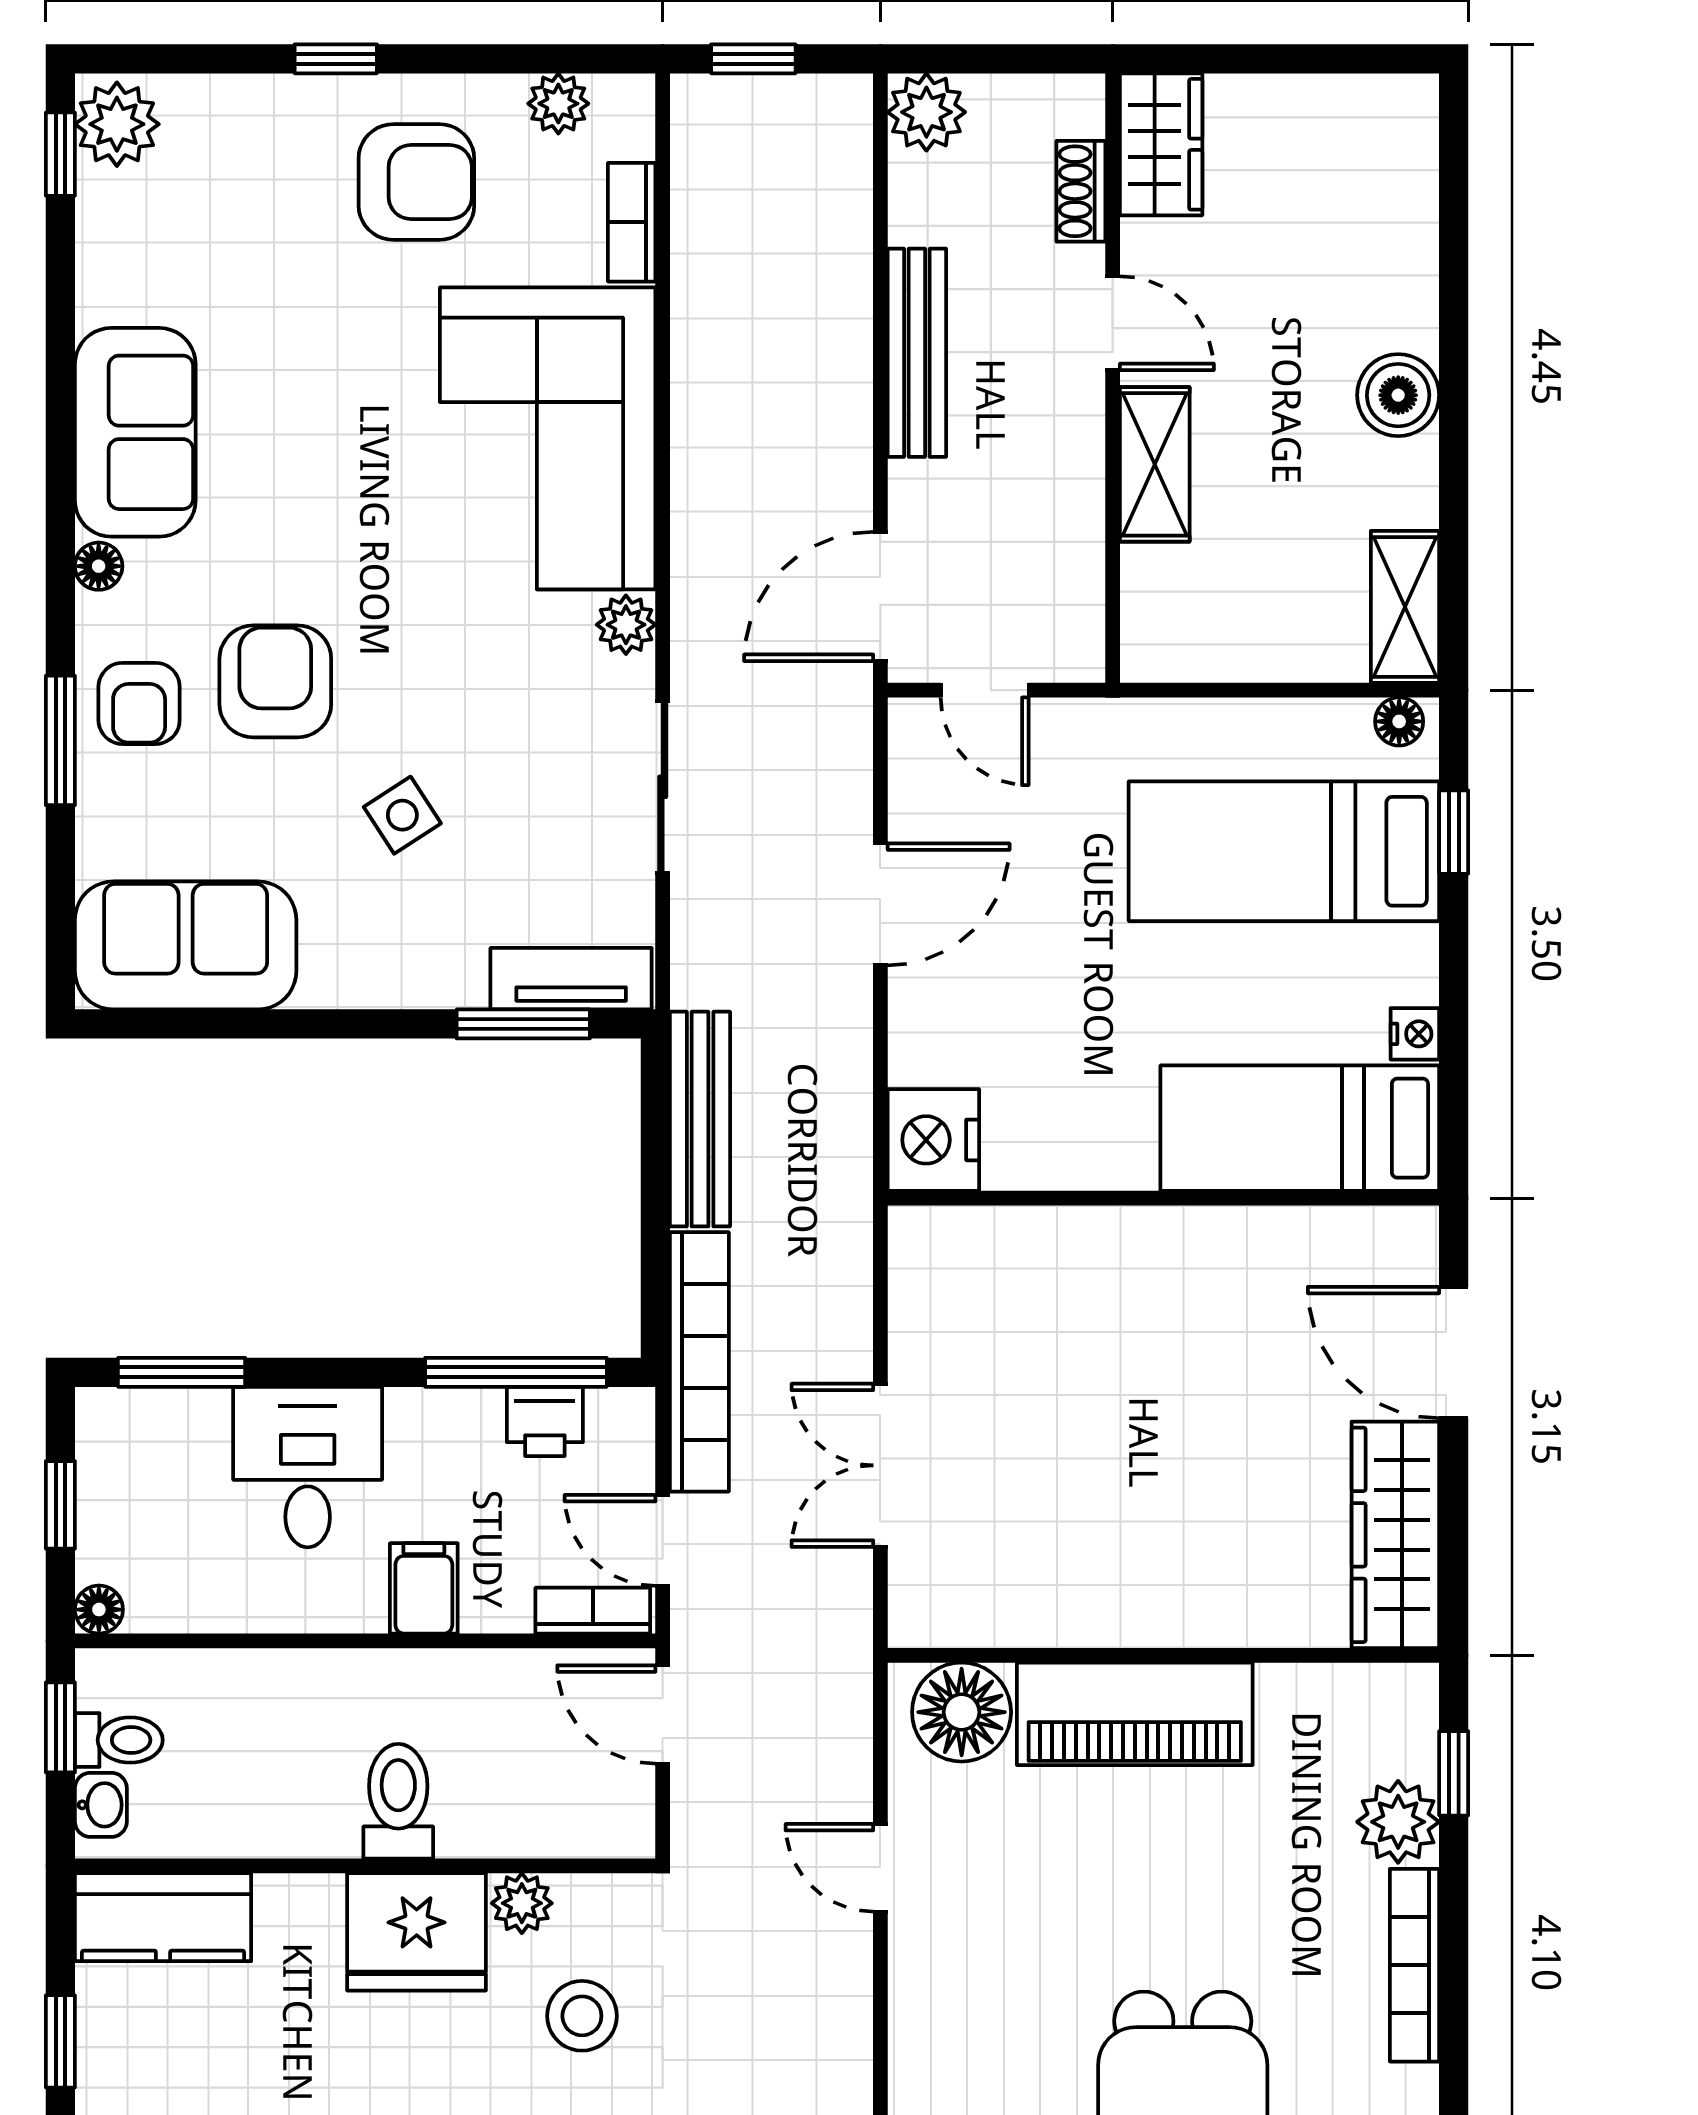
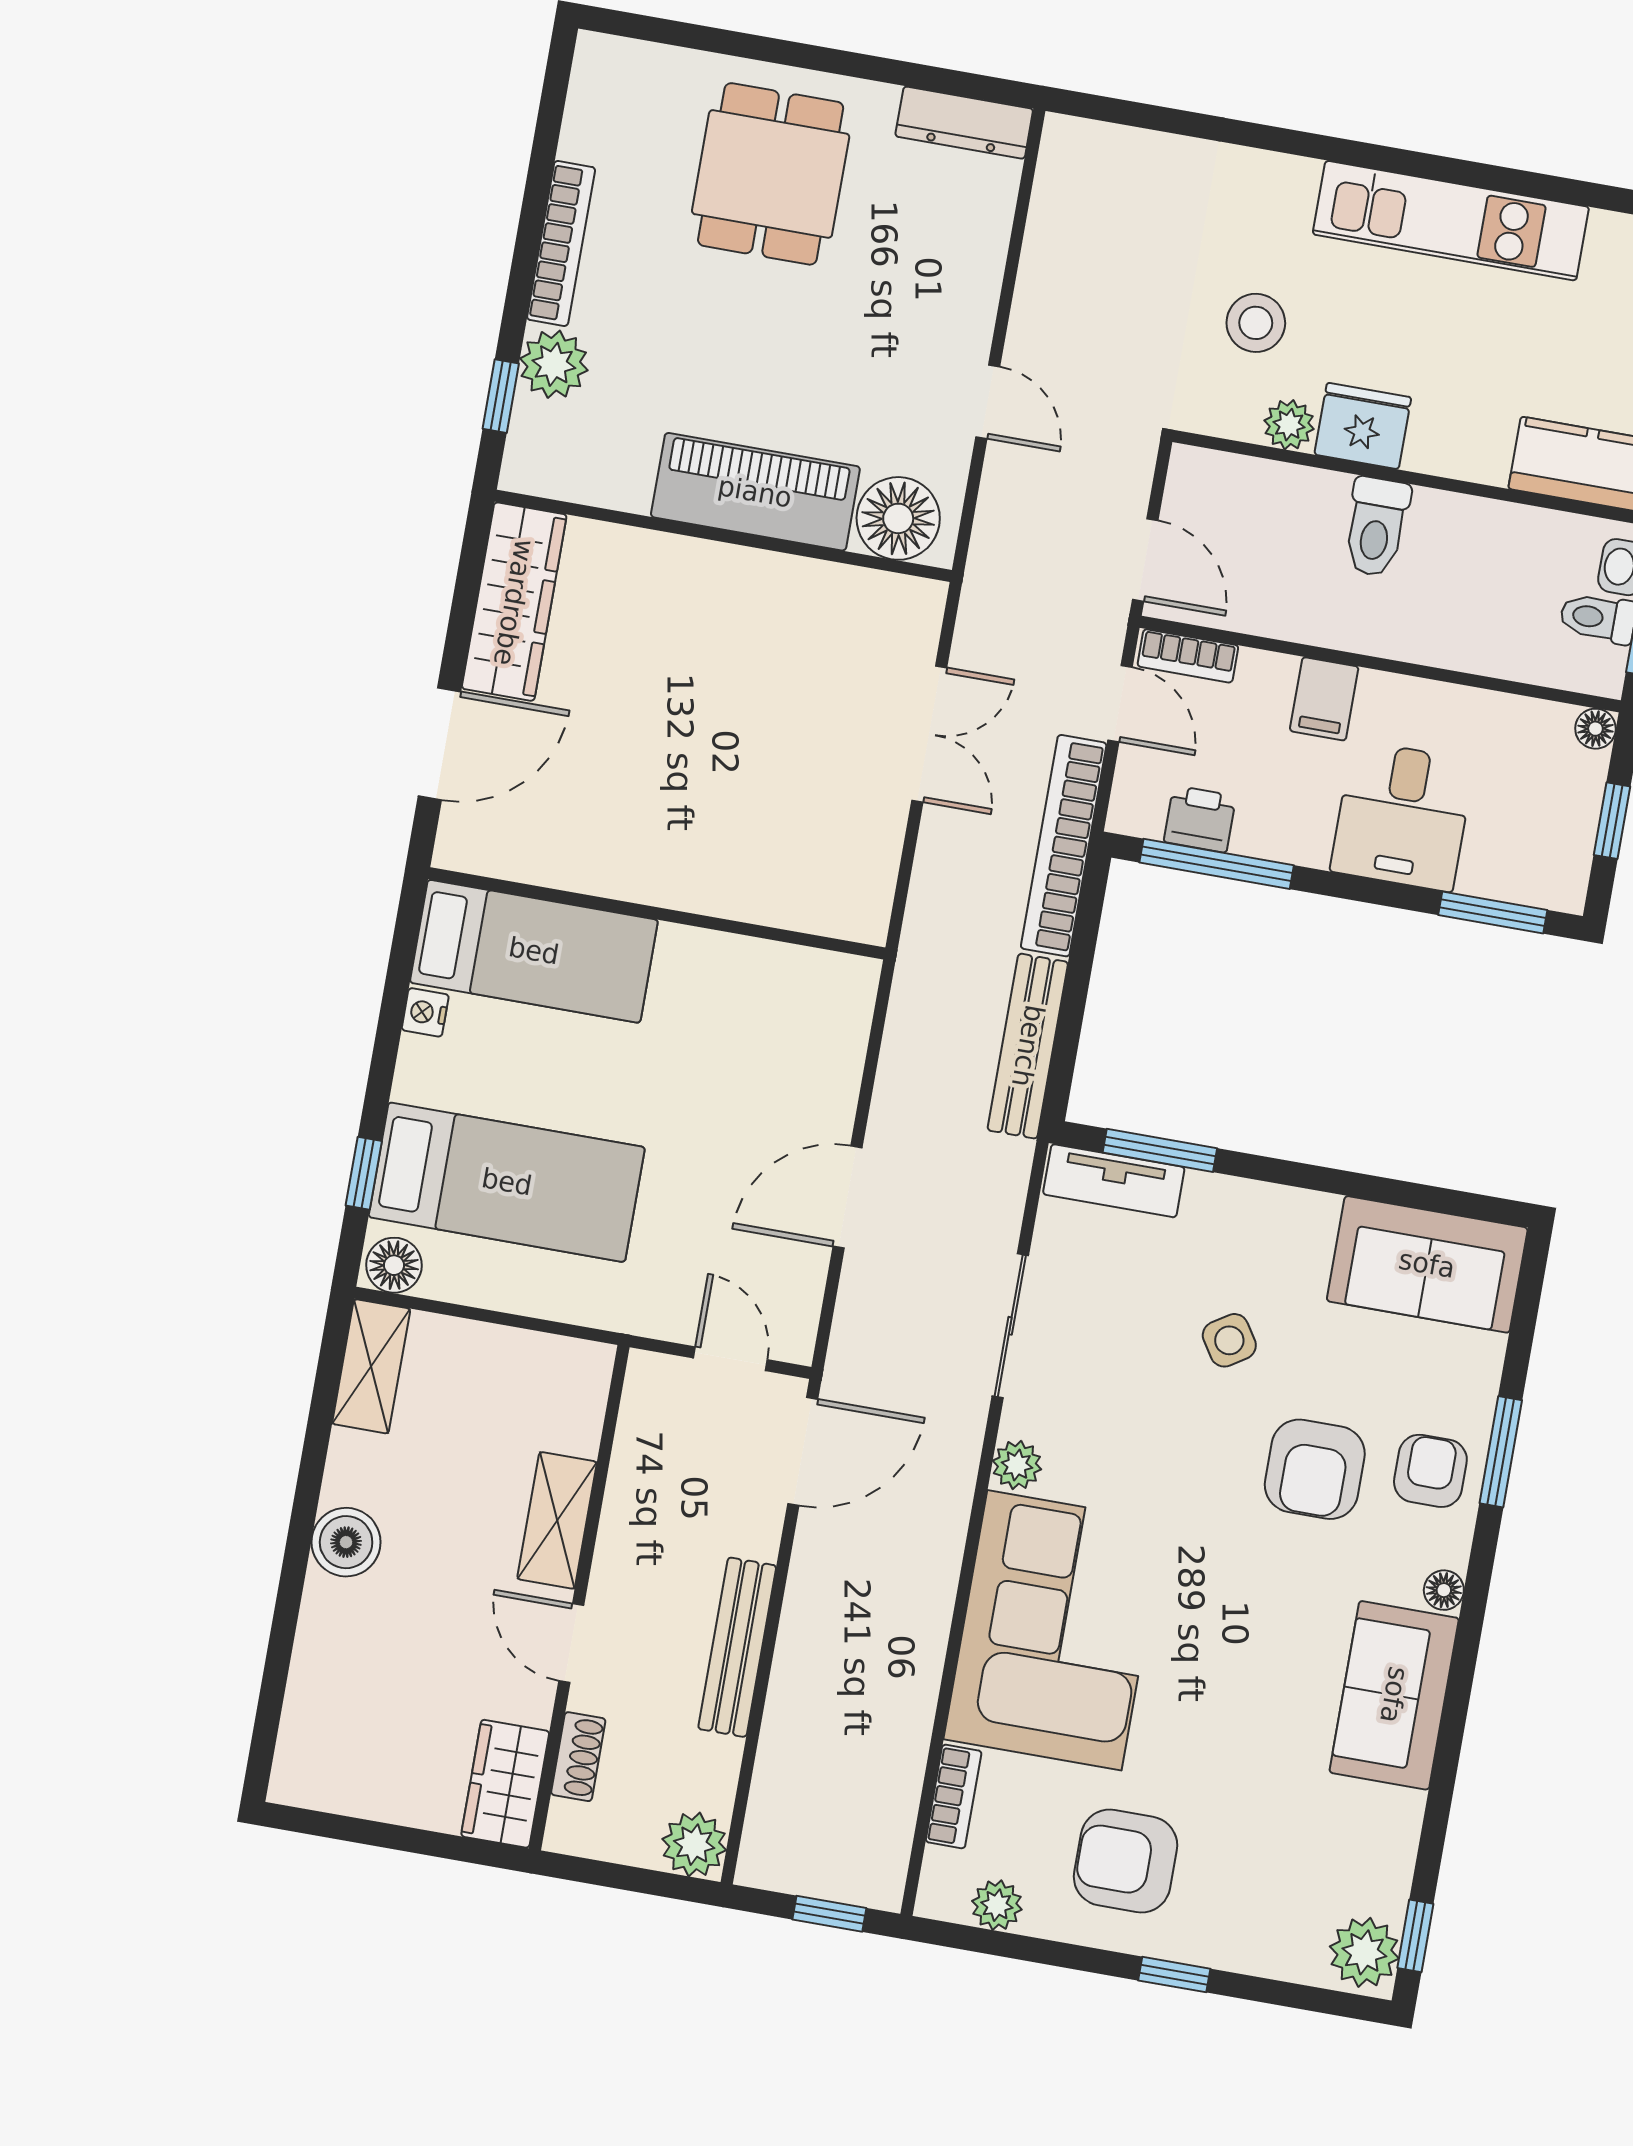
floor lamp: (1399, 721) -> (394, 1265), width x1.37, depth x1.37
nightstand: (933, 1140) -> (838, 995), removed
door: (1454, 1352) -> (439, 744), hinge flipped
fridge: (417, 1932) -> (1363, 426), width x0.73, depth x0.75

